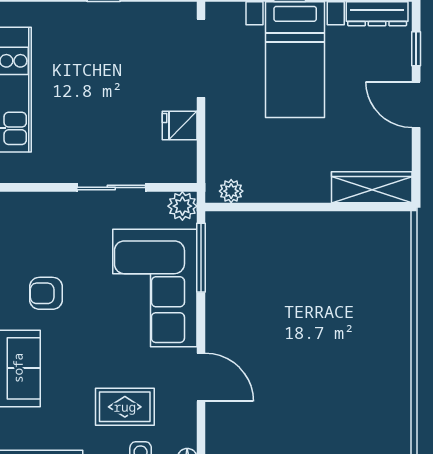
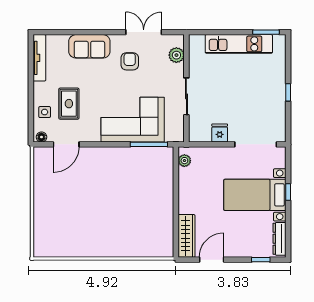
door: (416, 105) -> (212, 260), moved
plant: (182, 206) -> (176, 55), moved
door: (201, 377) -> (66, 144), moved

